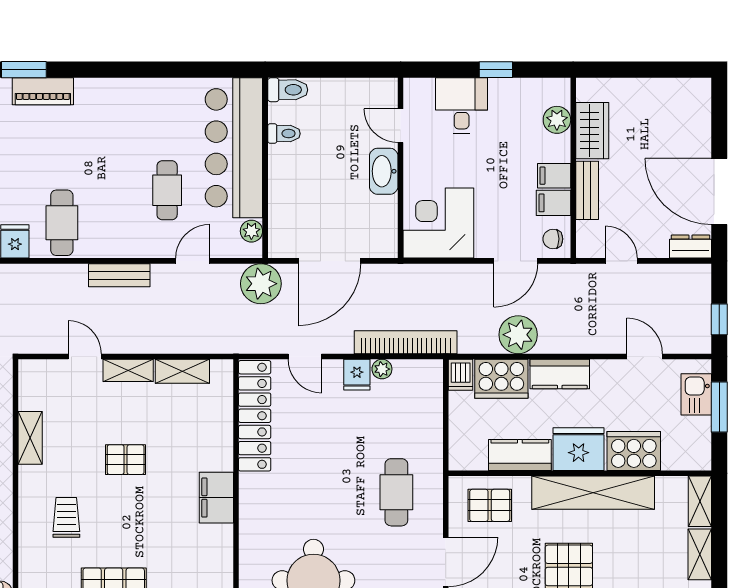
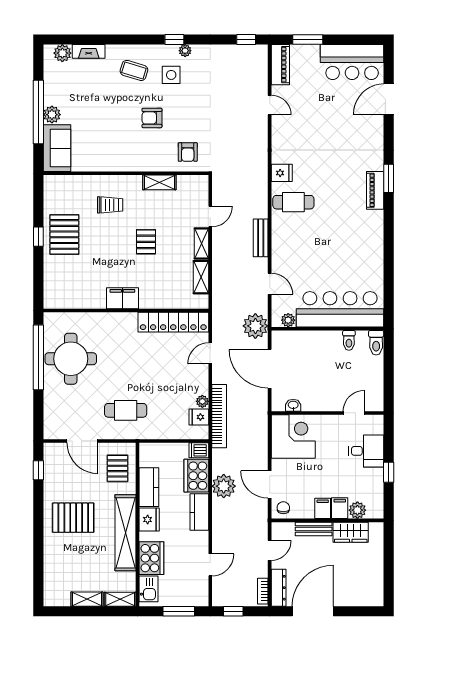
washbasin: (384, 171) -> (293, 405), moved, width x0.52, depth x0.69
cafe table: (167, 190) -> (314, 268), removed
filing cabinet: (553, 203) -> (340, 508), moved
dresser: (690, 247) -> (279, 588), width x1.44
bookcase: (687, 272) -> (263, 591), added
fridge: (357, 375) -> (199, 417), moved
kitchen sink: (696, 394) -> (148, 589), moved, turned 90
fridge: (579, 449) -> (149, 520), width x0.73, depth x0.75

